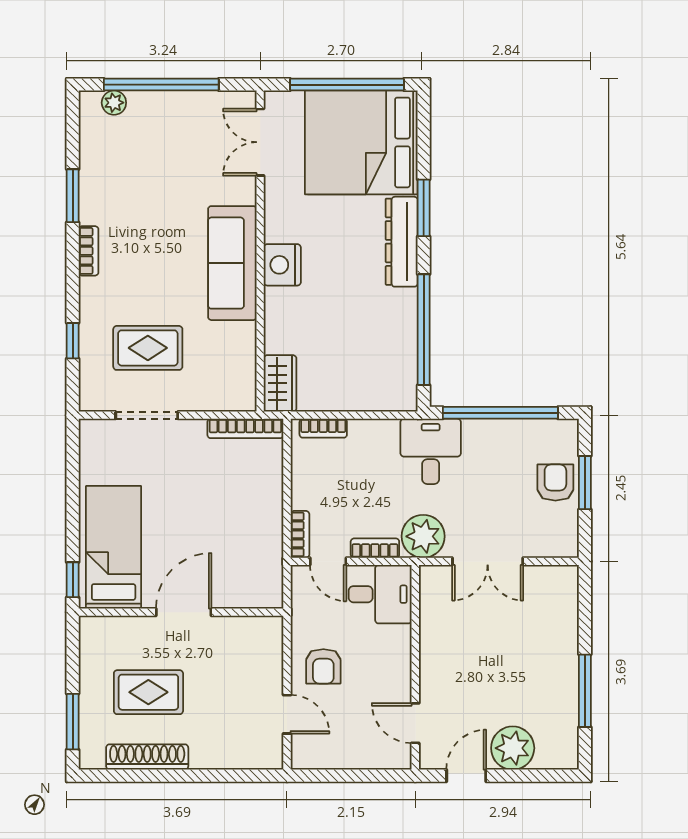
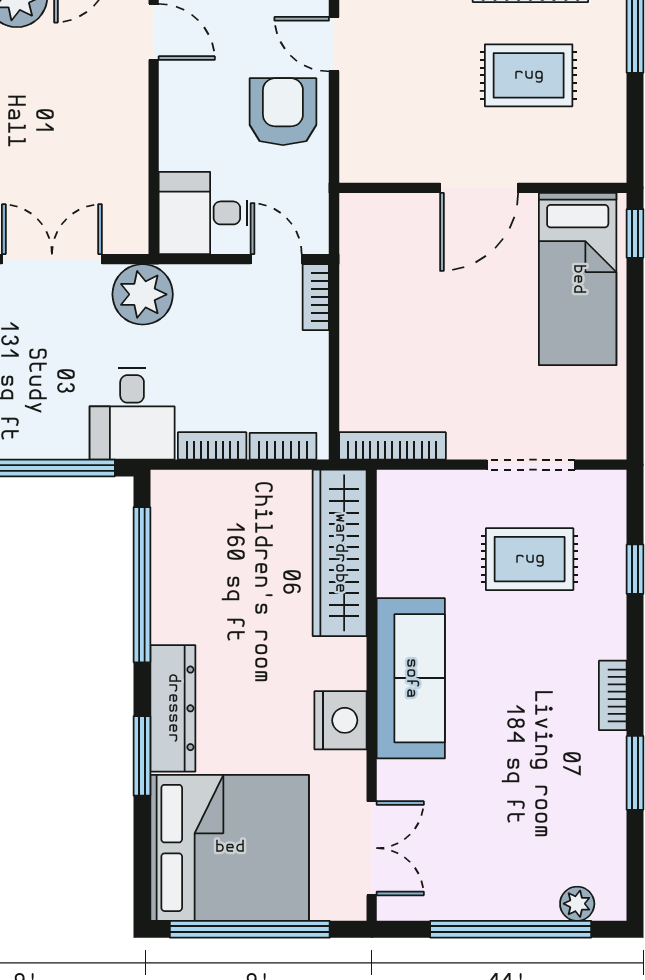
nightstand: (282, 265) -> (341, 720), moved
wardrobe: (280, 383) -> (340, 553), width x2.10, depth x1.17
bookcase: (375, 548) -> (212, 446), moved, turned 180
armchair: (323, 666) -> (283, 112), width x1.38, depth x1.38

